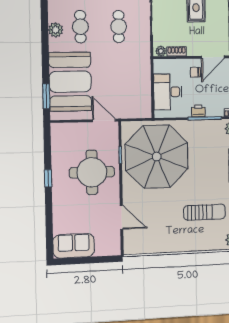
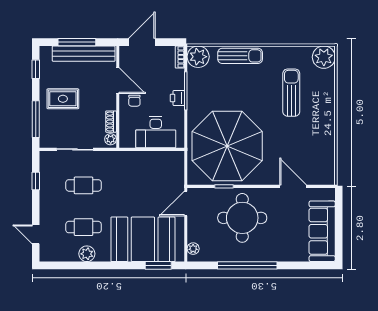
plant: (63, 128) -> (193, 249), added
window: (48, 178) -> (247, 265), width x3.17
door: (121, 217) -> (293, 186), hinge flipped
sofa: (74, 246) -> (322, 231), width x1.36

